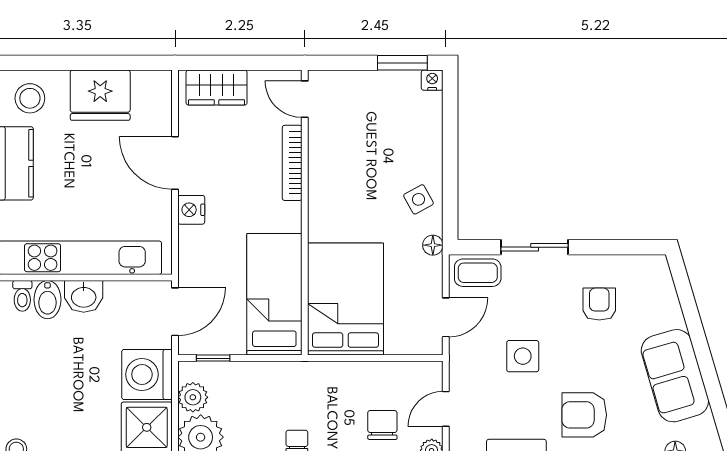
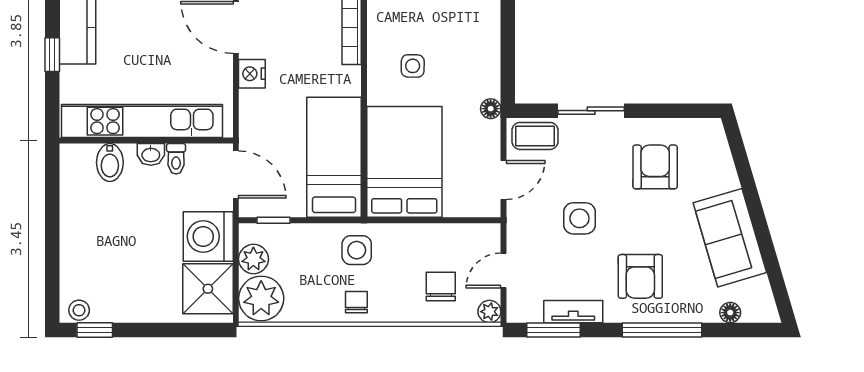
side table: (418, 199) -> (413, 66), moved, turned 30
toilet: (22, 296) -> (176, 159), moved
washbasin: (84, 296) -> (151, 154), width x0.72, depth x0.69
armchair: (599, 304) -> (655, 167), width x1.38, depth x1.38
door: (175, 312) -> (236, 174), hinge flipped
side table: (297, 388) -> (357, 250), added
armchair: (584, 415) -> (640, 276), turned -90

